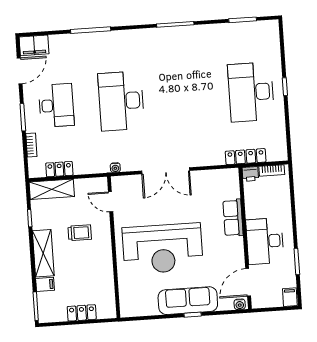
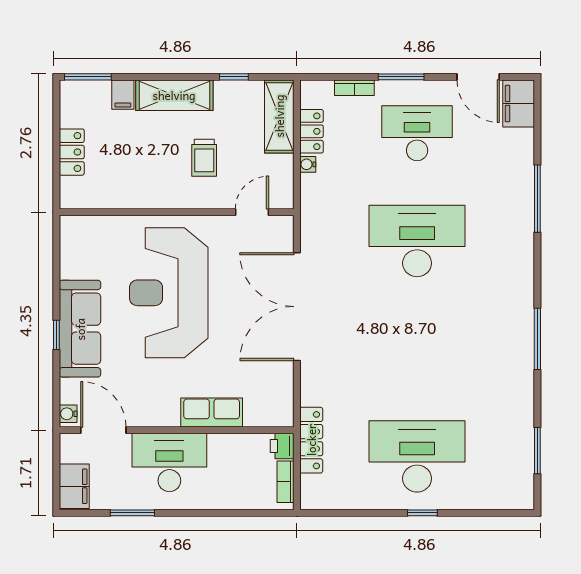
desk: (56, 105) -> (417, 133), turned 180
water cooler: (115, 168) -> (308, 164), moved
double door: (166, 171) -> (297, 307), width x1.36
filing cabinet: (290, 297) -> (74, 486), width x2.00

